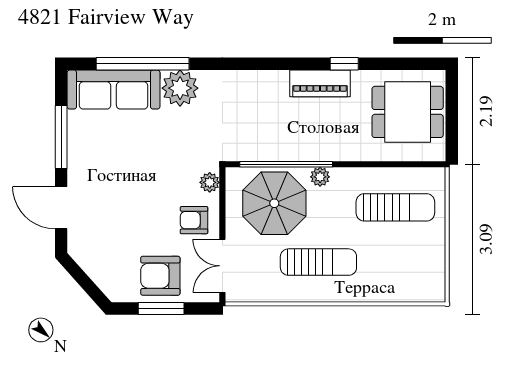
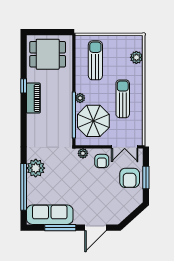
sofa: (114, 90) -> (50, 215), moved, turned -90
dining table: (408, 112) -> (48, 54), turned 90
plant: (401, 290) -> (136, 57), added

